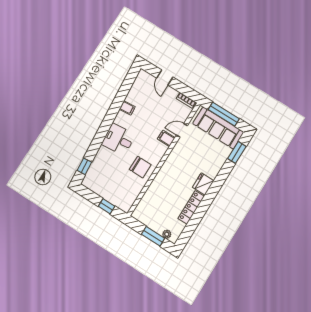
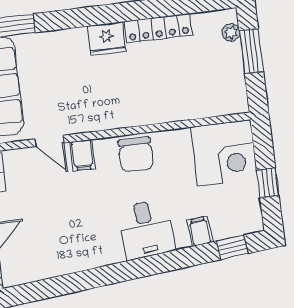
filing cabinet: (127, 108) -> (200, 231), moved
chair: (140, 167) -> (136, 155), moved, turned 180
corner desk: (123, 193) -> (224, 153), added
window: (107, 206) -> (268, 183), moved

